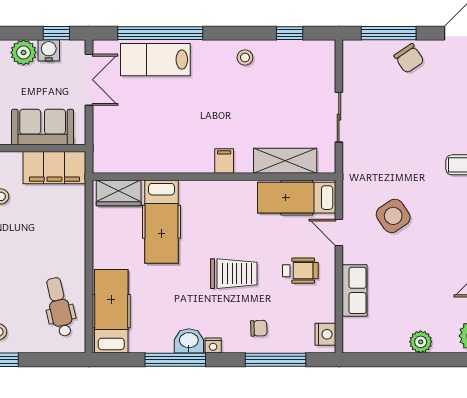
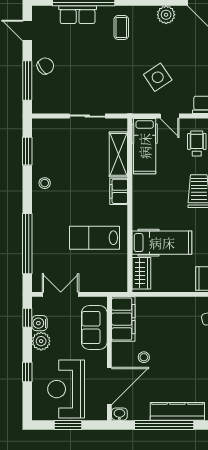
window: (290, 33) -> (27, 151), width x1.50
lab bench: (155, 60) -> (94, 238), moved, turned 90
filing cabinet: (224, 161) -> (119, 191), width x2.00
door: (339, 232) -> (170, 116), hinge flipped

